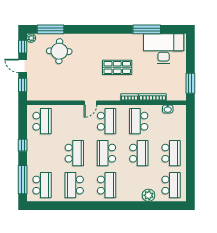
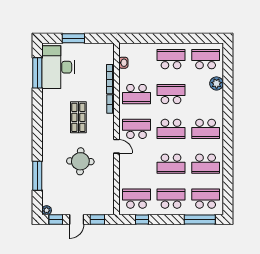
window: (50, 29) -> (37, 176), moved
window: (147, 29) -> (37, 73), moved
round table: (59, 51) -> (80, 161), moved
window: (190, 83) -> (73, 38), moved
window: (23, 145) -> (142, 220), moved
school desk: (42, 153) -> (171, 199), added
school desk: (74, 153) -> (171, 164), turned 180
school desk: (106, 185) -> (206, 129), turned 180

